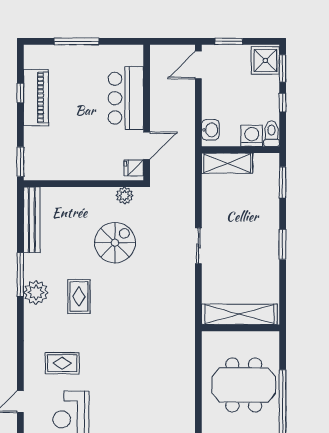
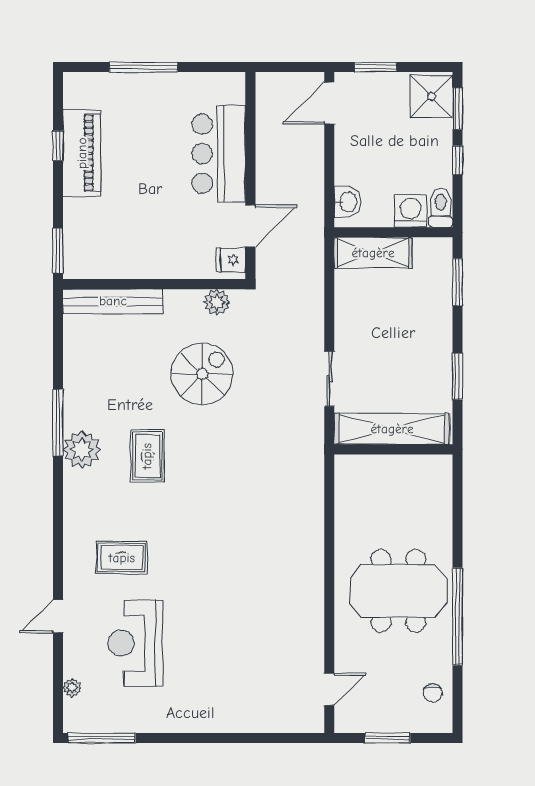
bench: (32, 220) -> (113, 301), moved, turned 90
shelving: (239, 314) -> (392, 429), moved
wall: (240, 328) -> (393, 449), moved

